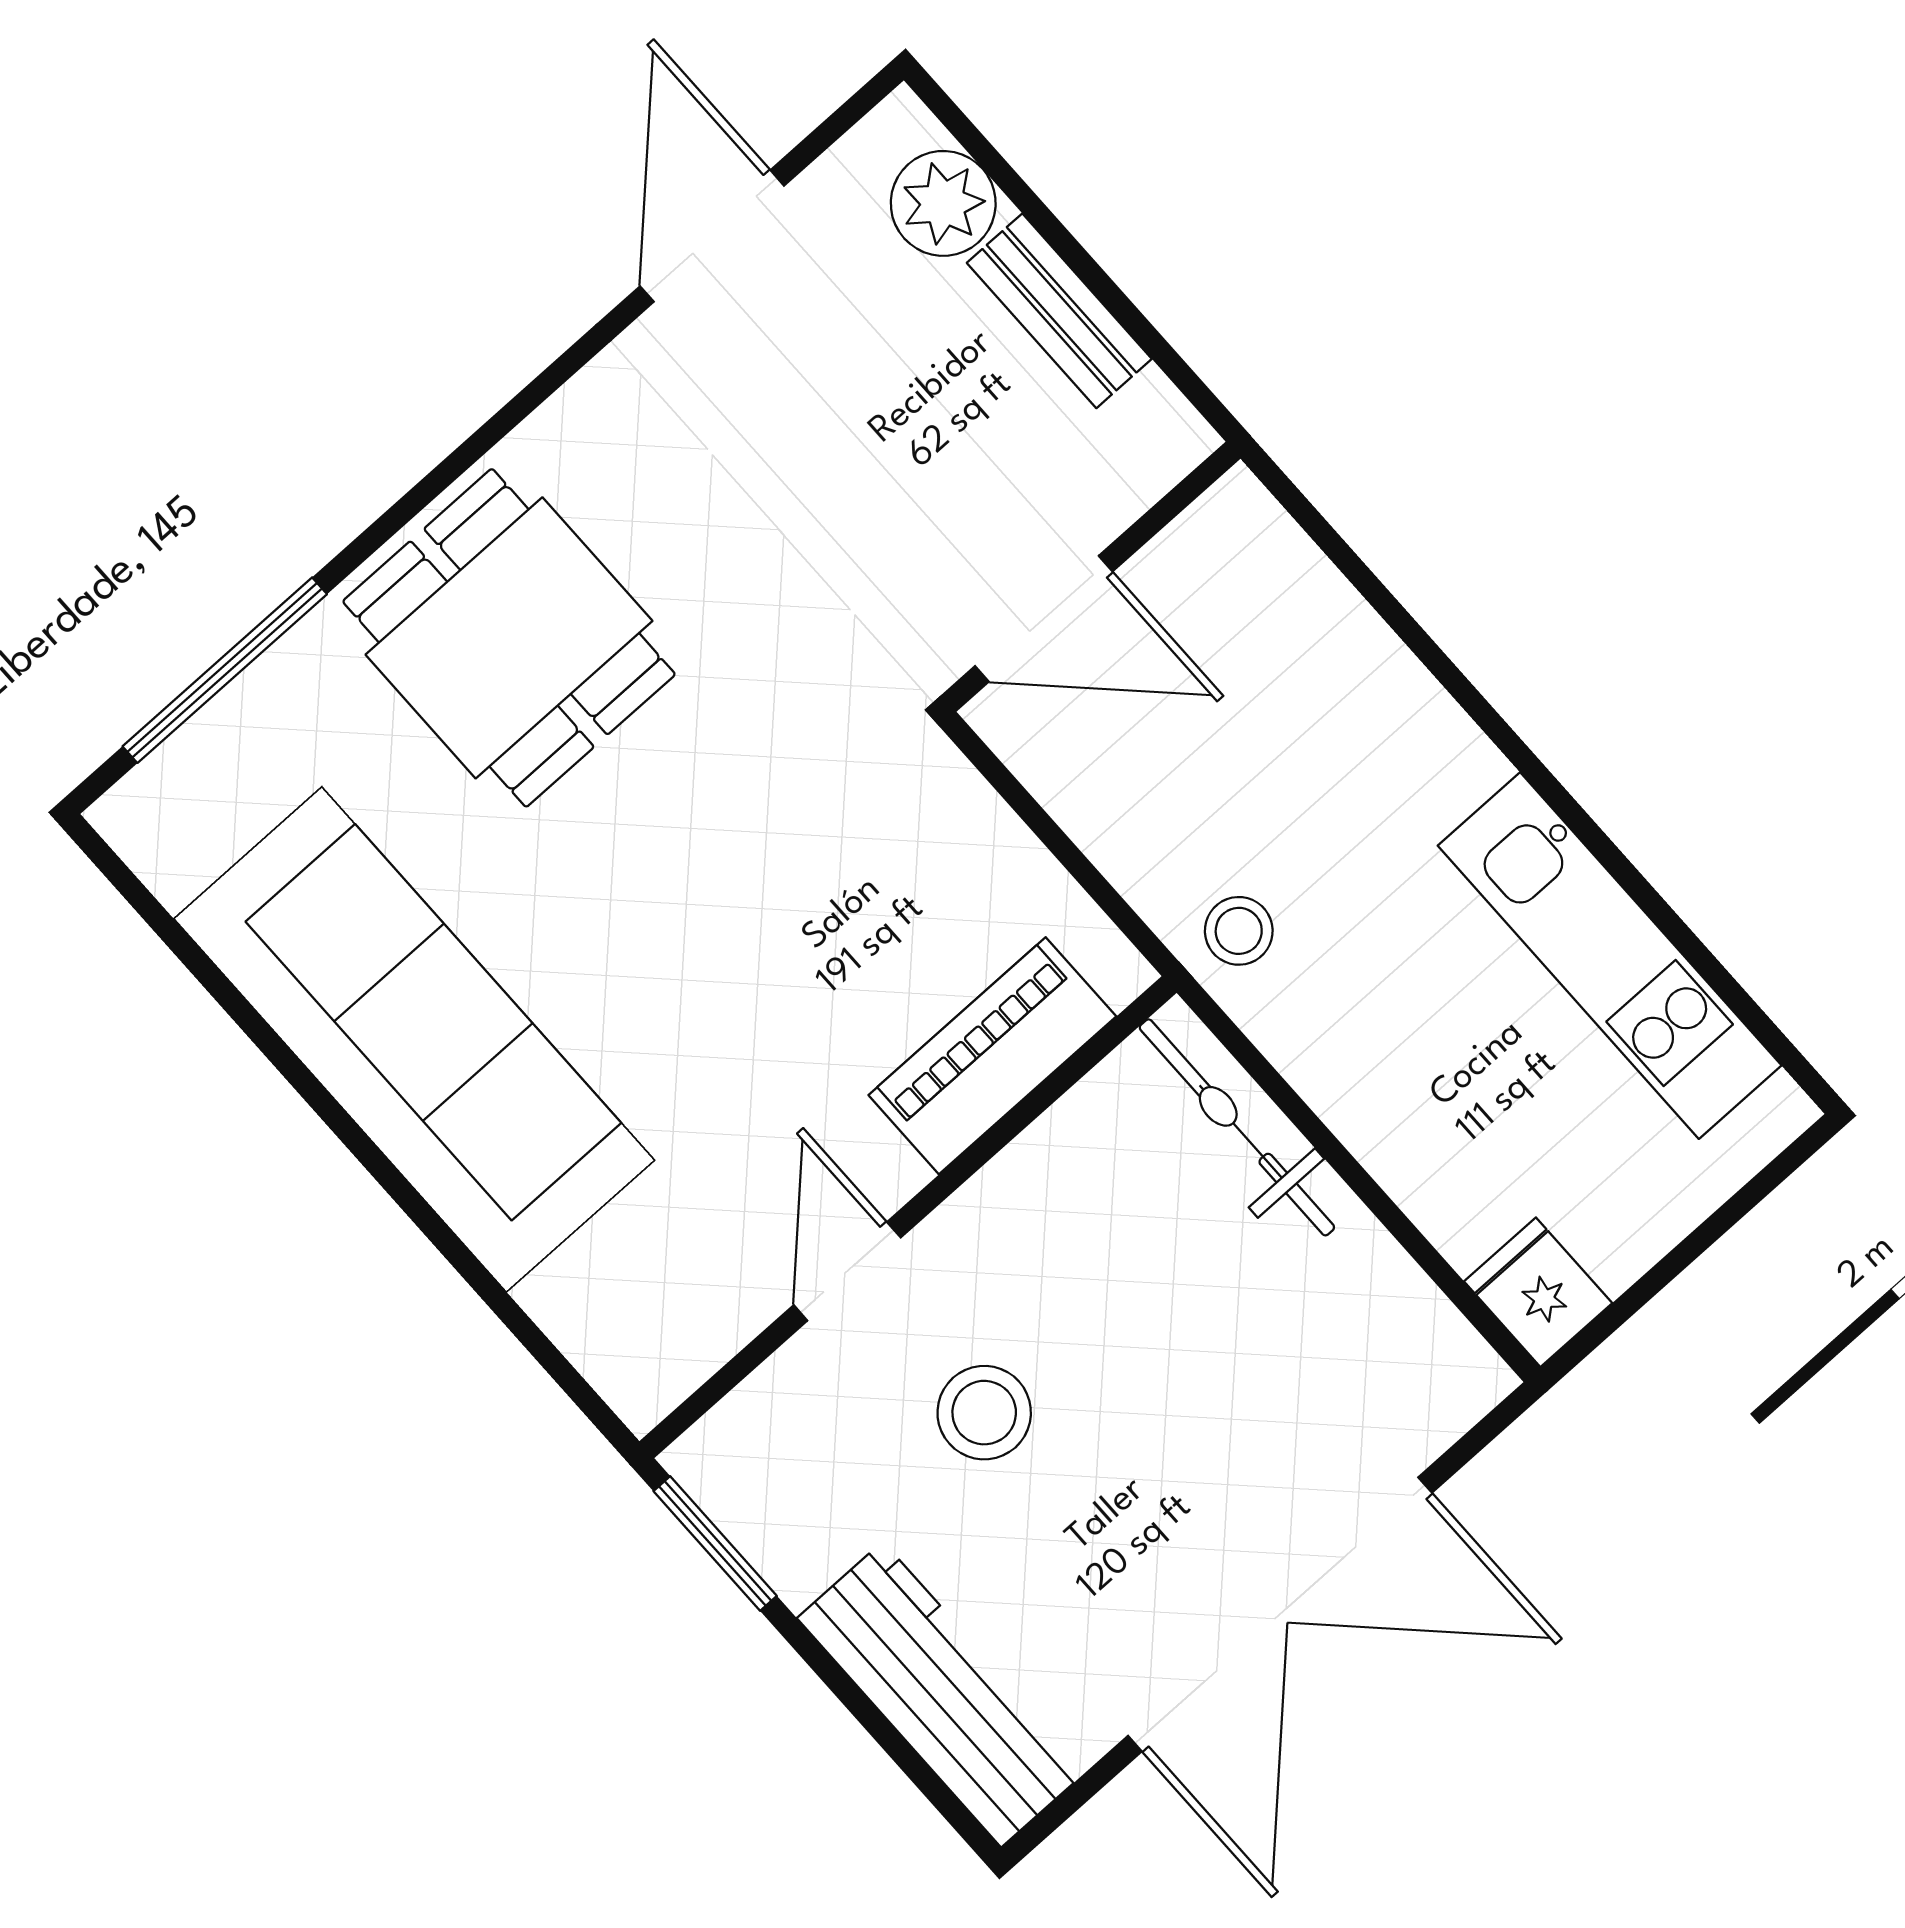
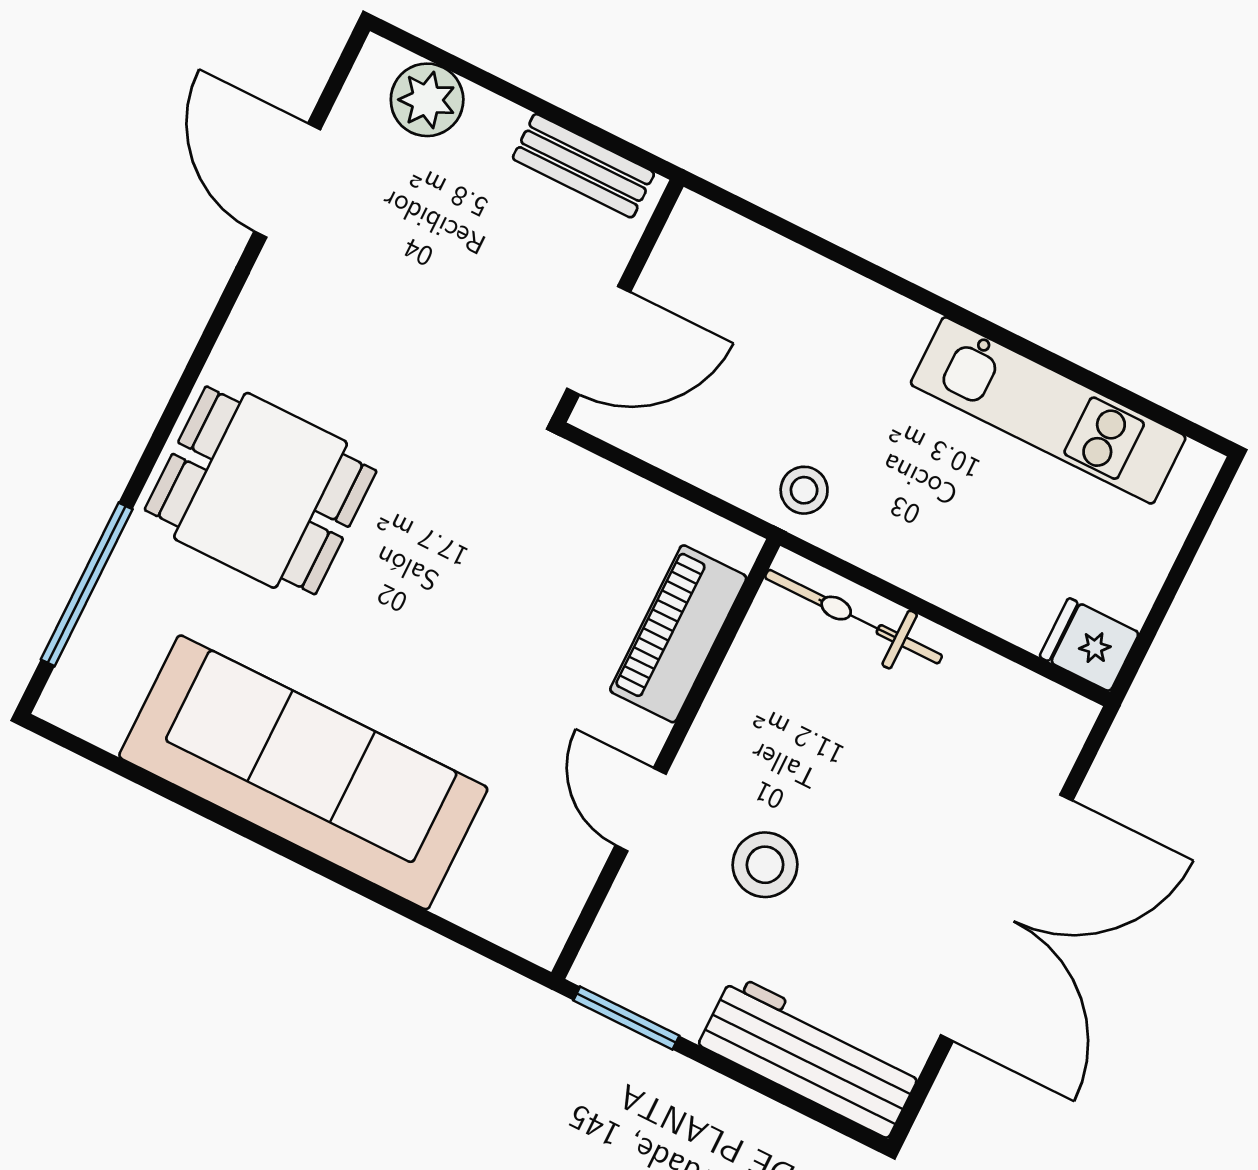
bench: (1059, 311) -> (583, 166), moved

